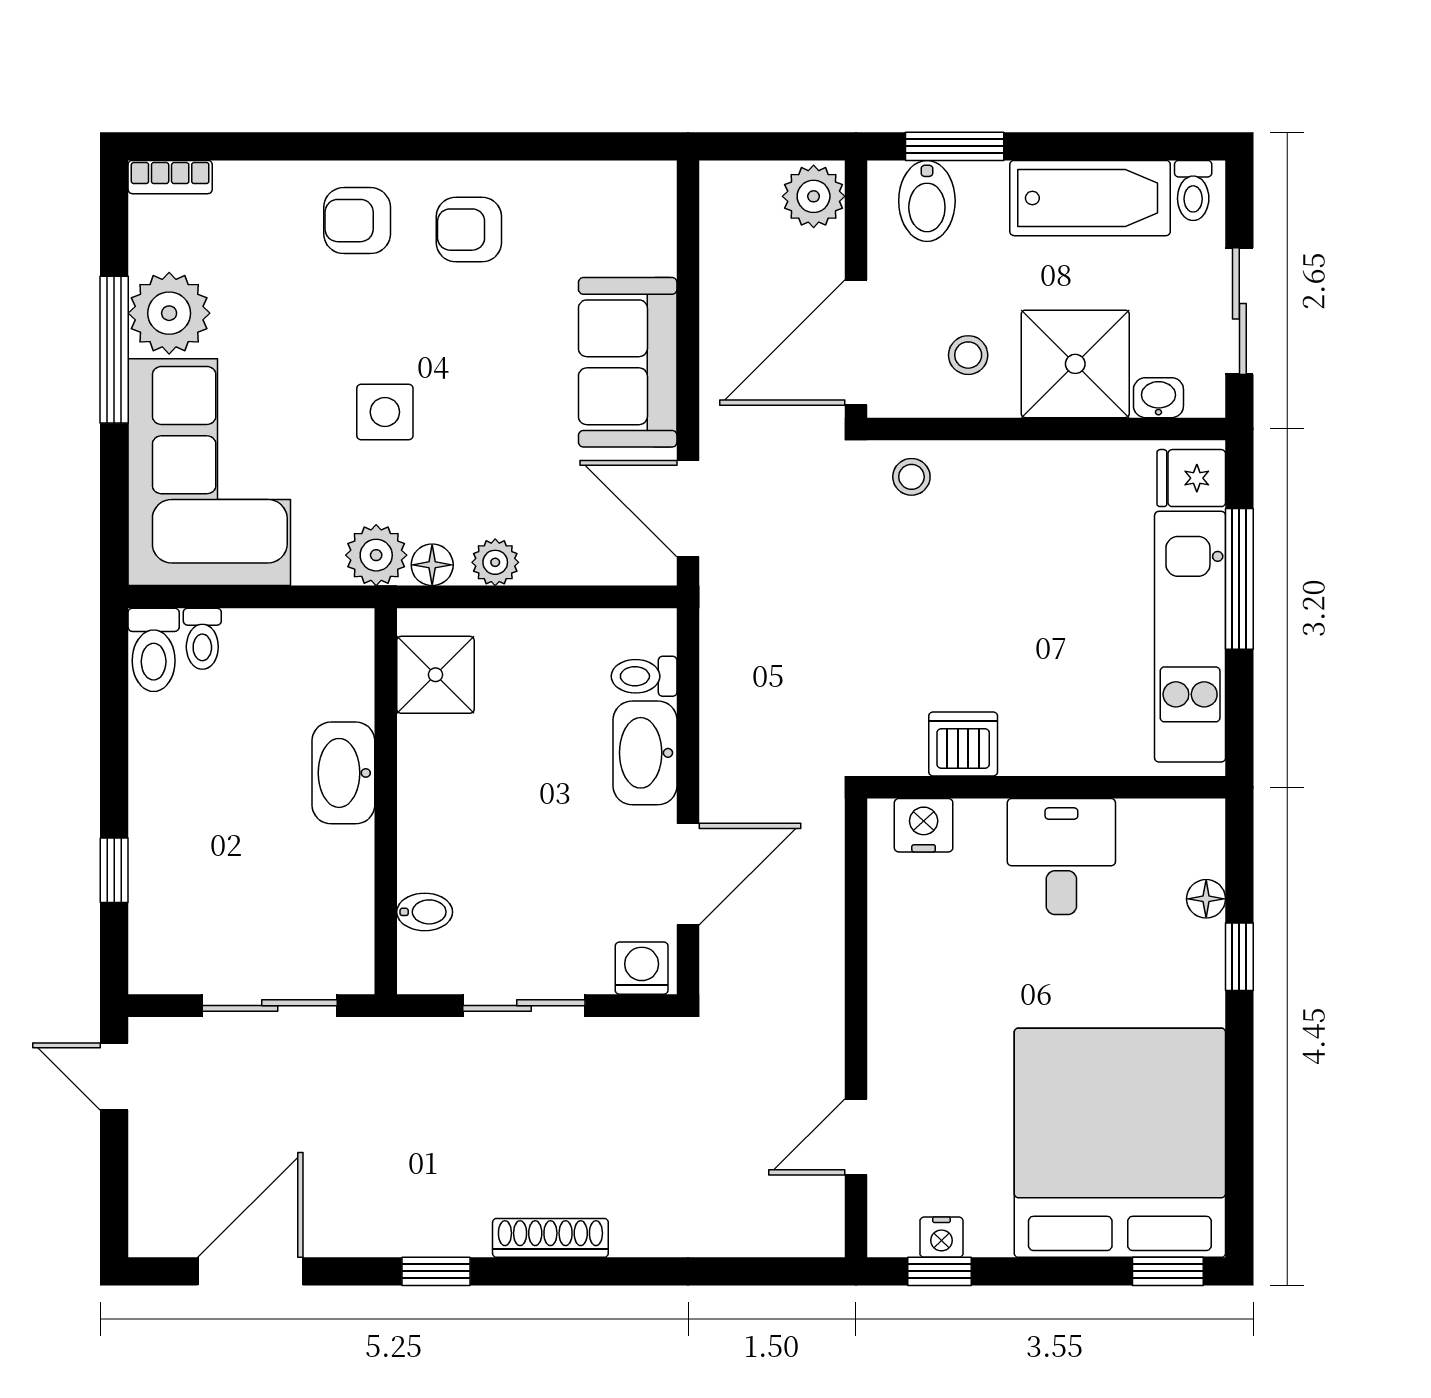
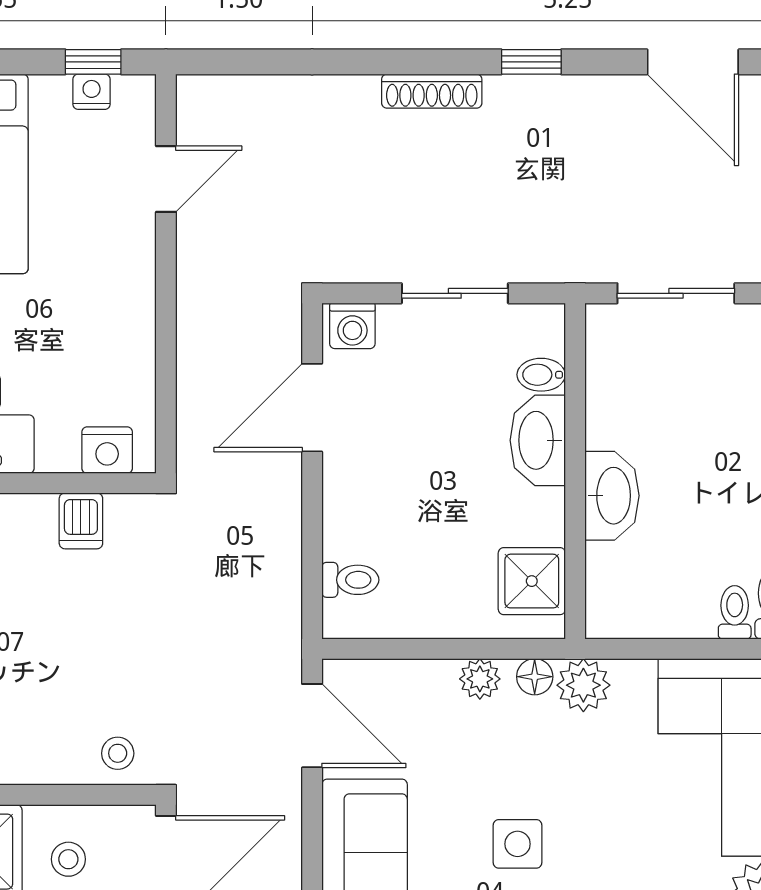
side table: (385, 412) -> (518, 844), moved
dishwasher: (963, 744) -> (81, 521), width x0.73
washbasin: (645, 753) -> (538, 440), moved, turned 180
door: (250, 1271) -> (693, 62), hinge flipped

